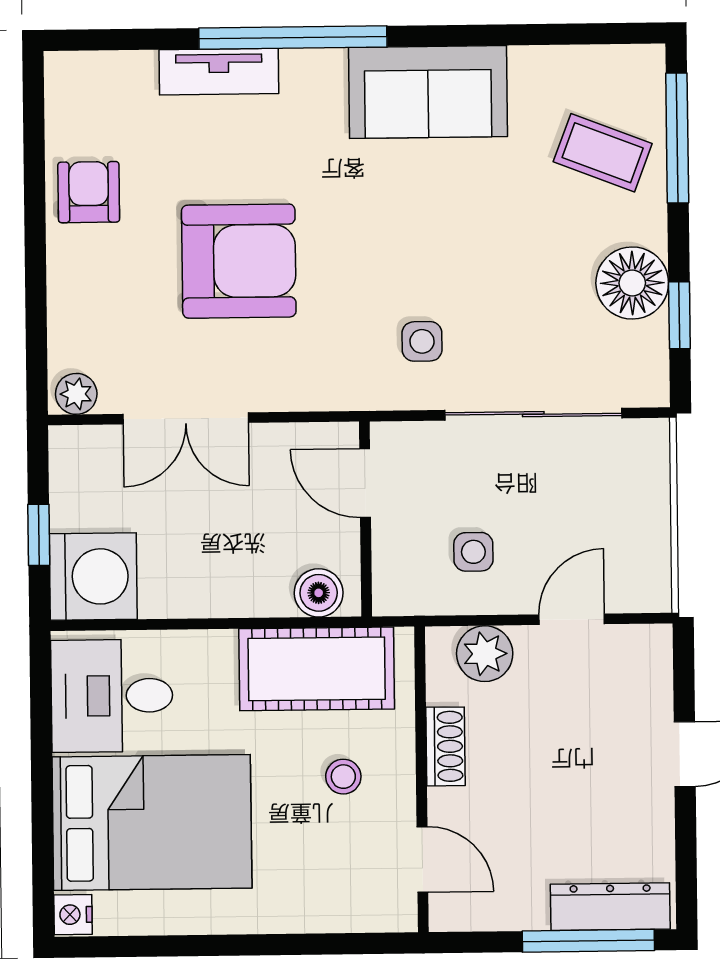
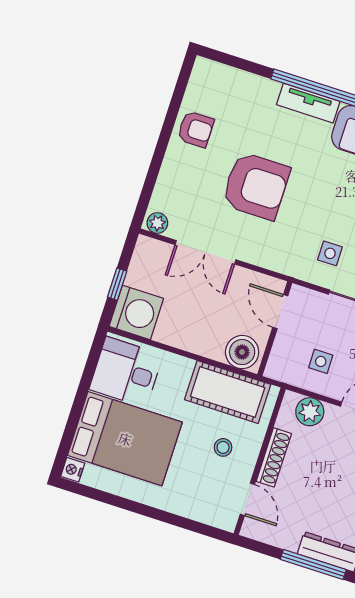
tv unit: (219, 72) -> (308, 103), moved
armchair: (89, 192) -> (196, 129), turned 90
boiler: (319, 593) -> (242, 352), width x1.36, depth x1.36
shoe rack: (445, 746) -> (274, 457), width x1.43

